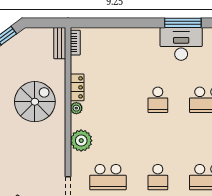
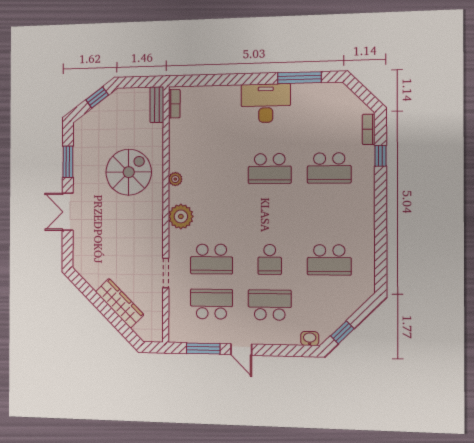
desk: (181, 44) -> (266, 103), moved
locker: (77, 87) -> (176, 155), removed
school desk: (158, 100) -> (270, 169), width x1.85

